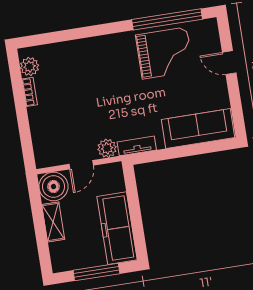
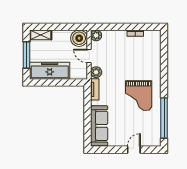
grand piano: (164, 53) -> (139, 96), moved
plant: (30, 67) -> (96, 35), moved
shelving: (53, 222) -> (41, 35), moved

